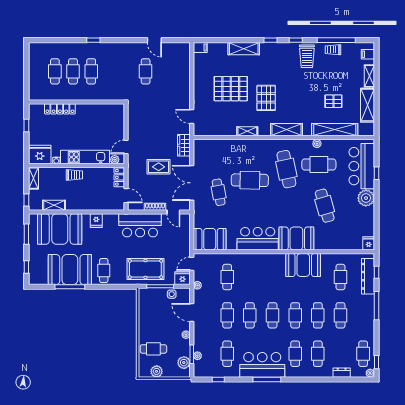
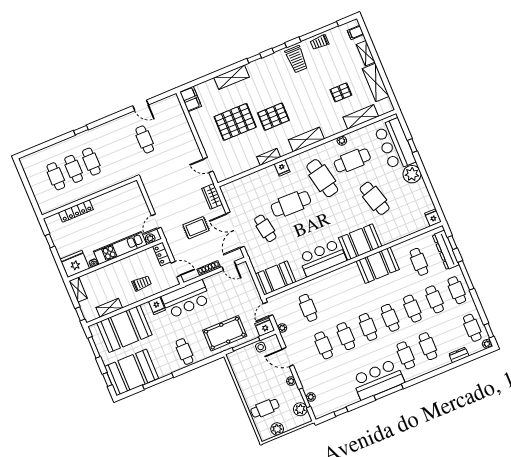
filing cabinet: (200, 47) -> (191, 99), width x2.00
pallet: (266, 98) -> (273, 117), turned 90
shelving: (335, 130) -> (361, 117), width x0.68
fridge: (255, 146) -> (282, 168), added
trolley: (74, 175) -> (142, 283), moved
bar counter: (140, 225) -> (186, 299), moved
booth: (70, 270) -> (132, 372), moved
cafe table: (227, 354) -> (457, 290), moved

